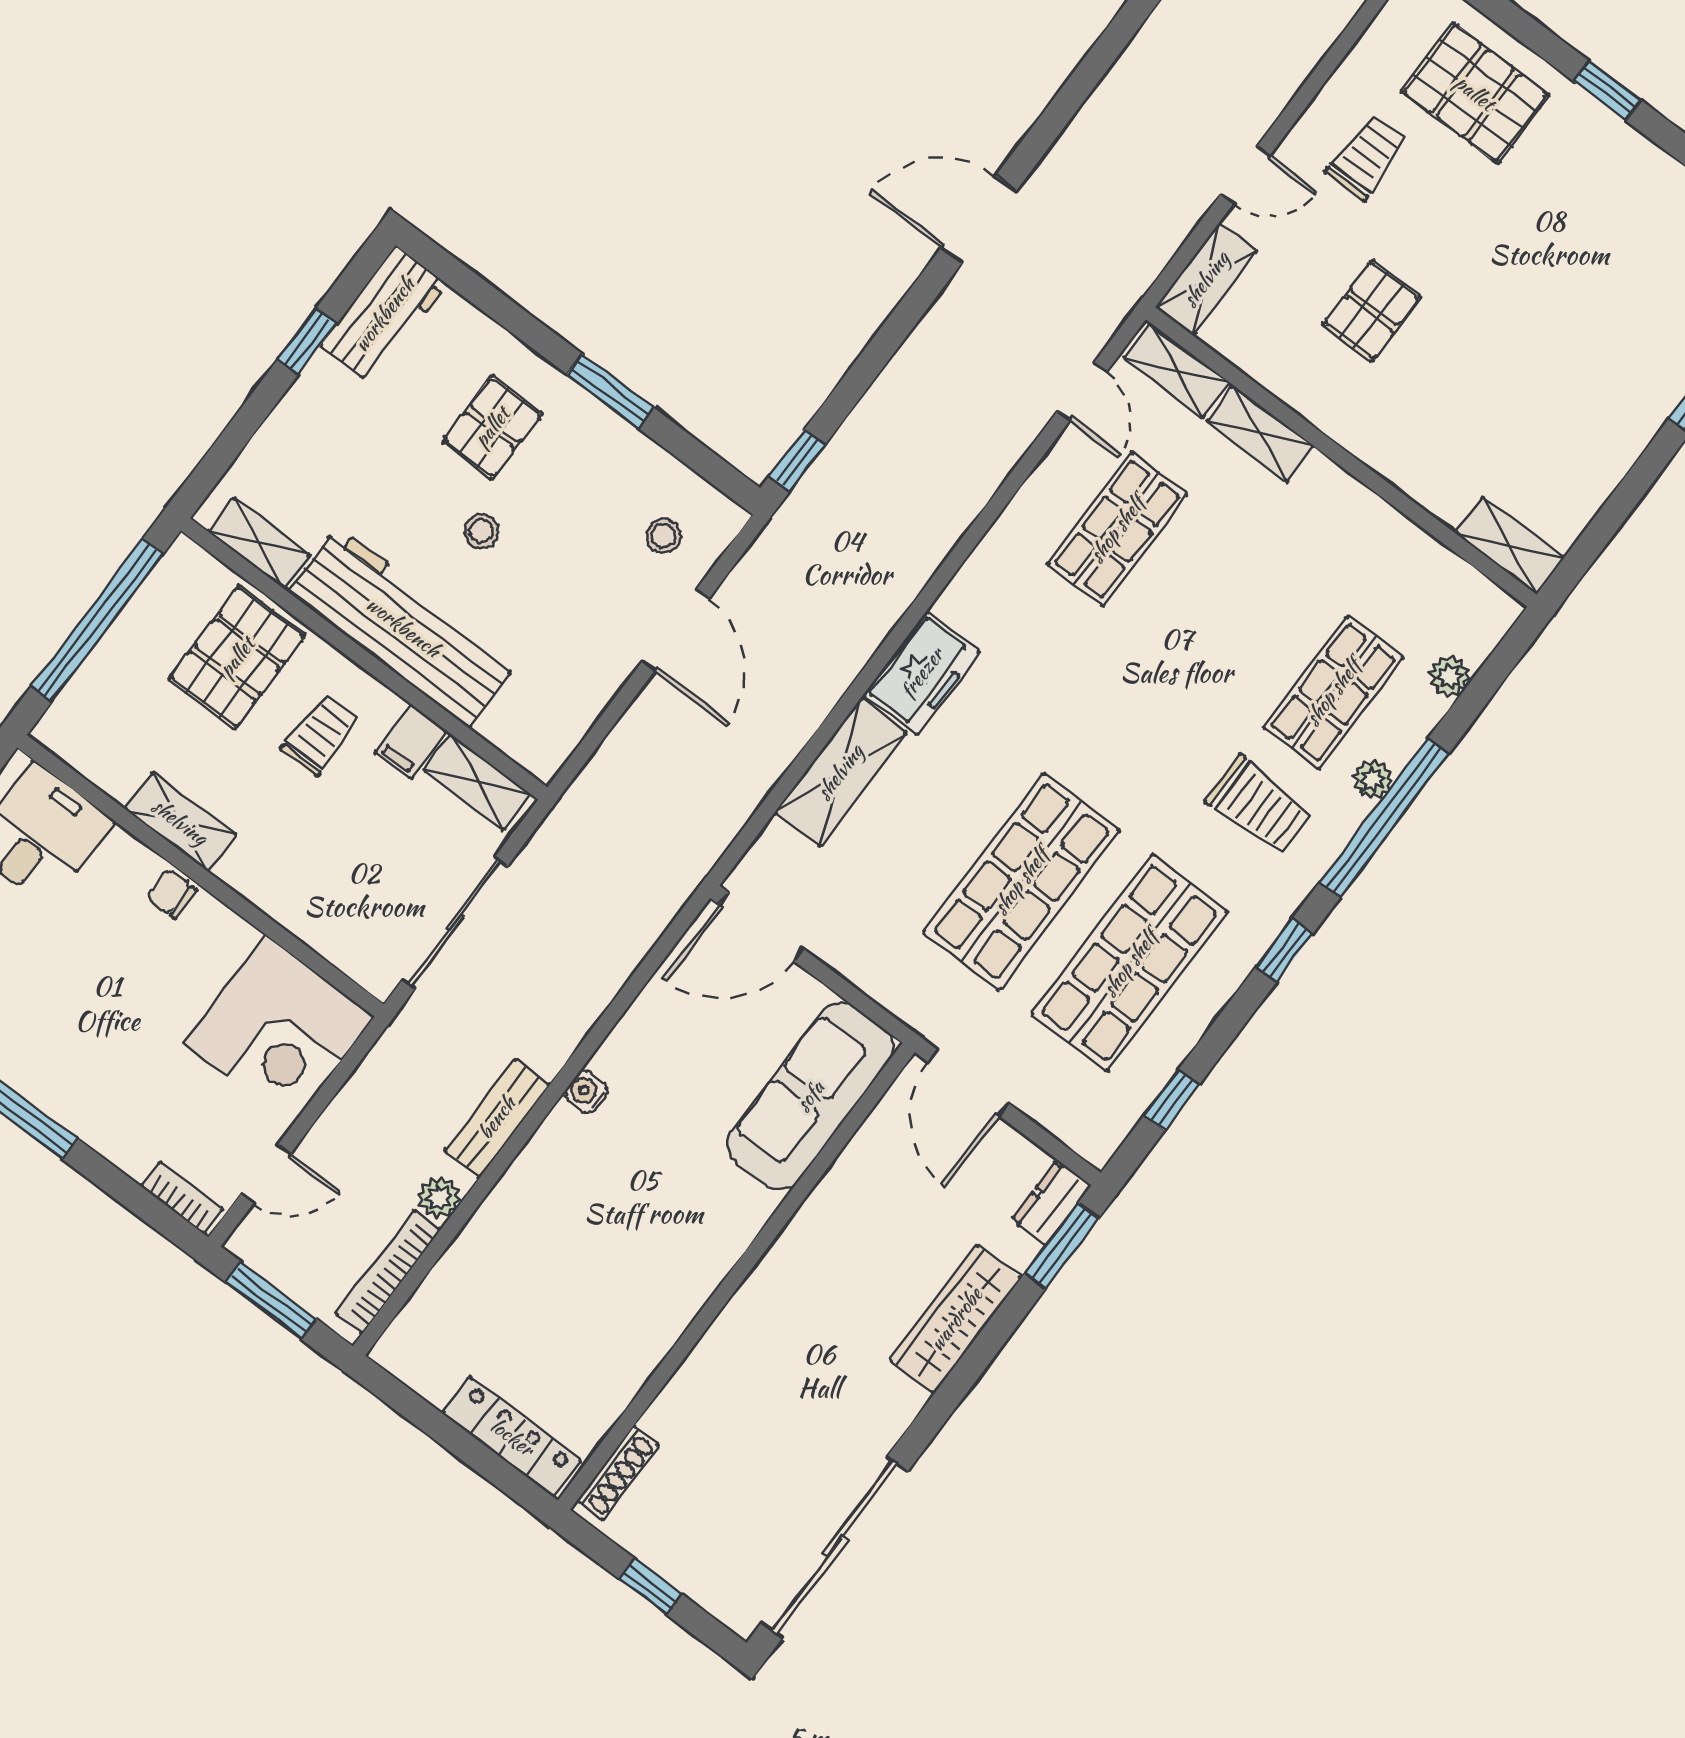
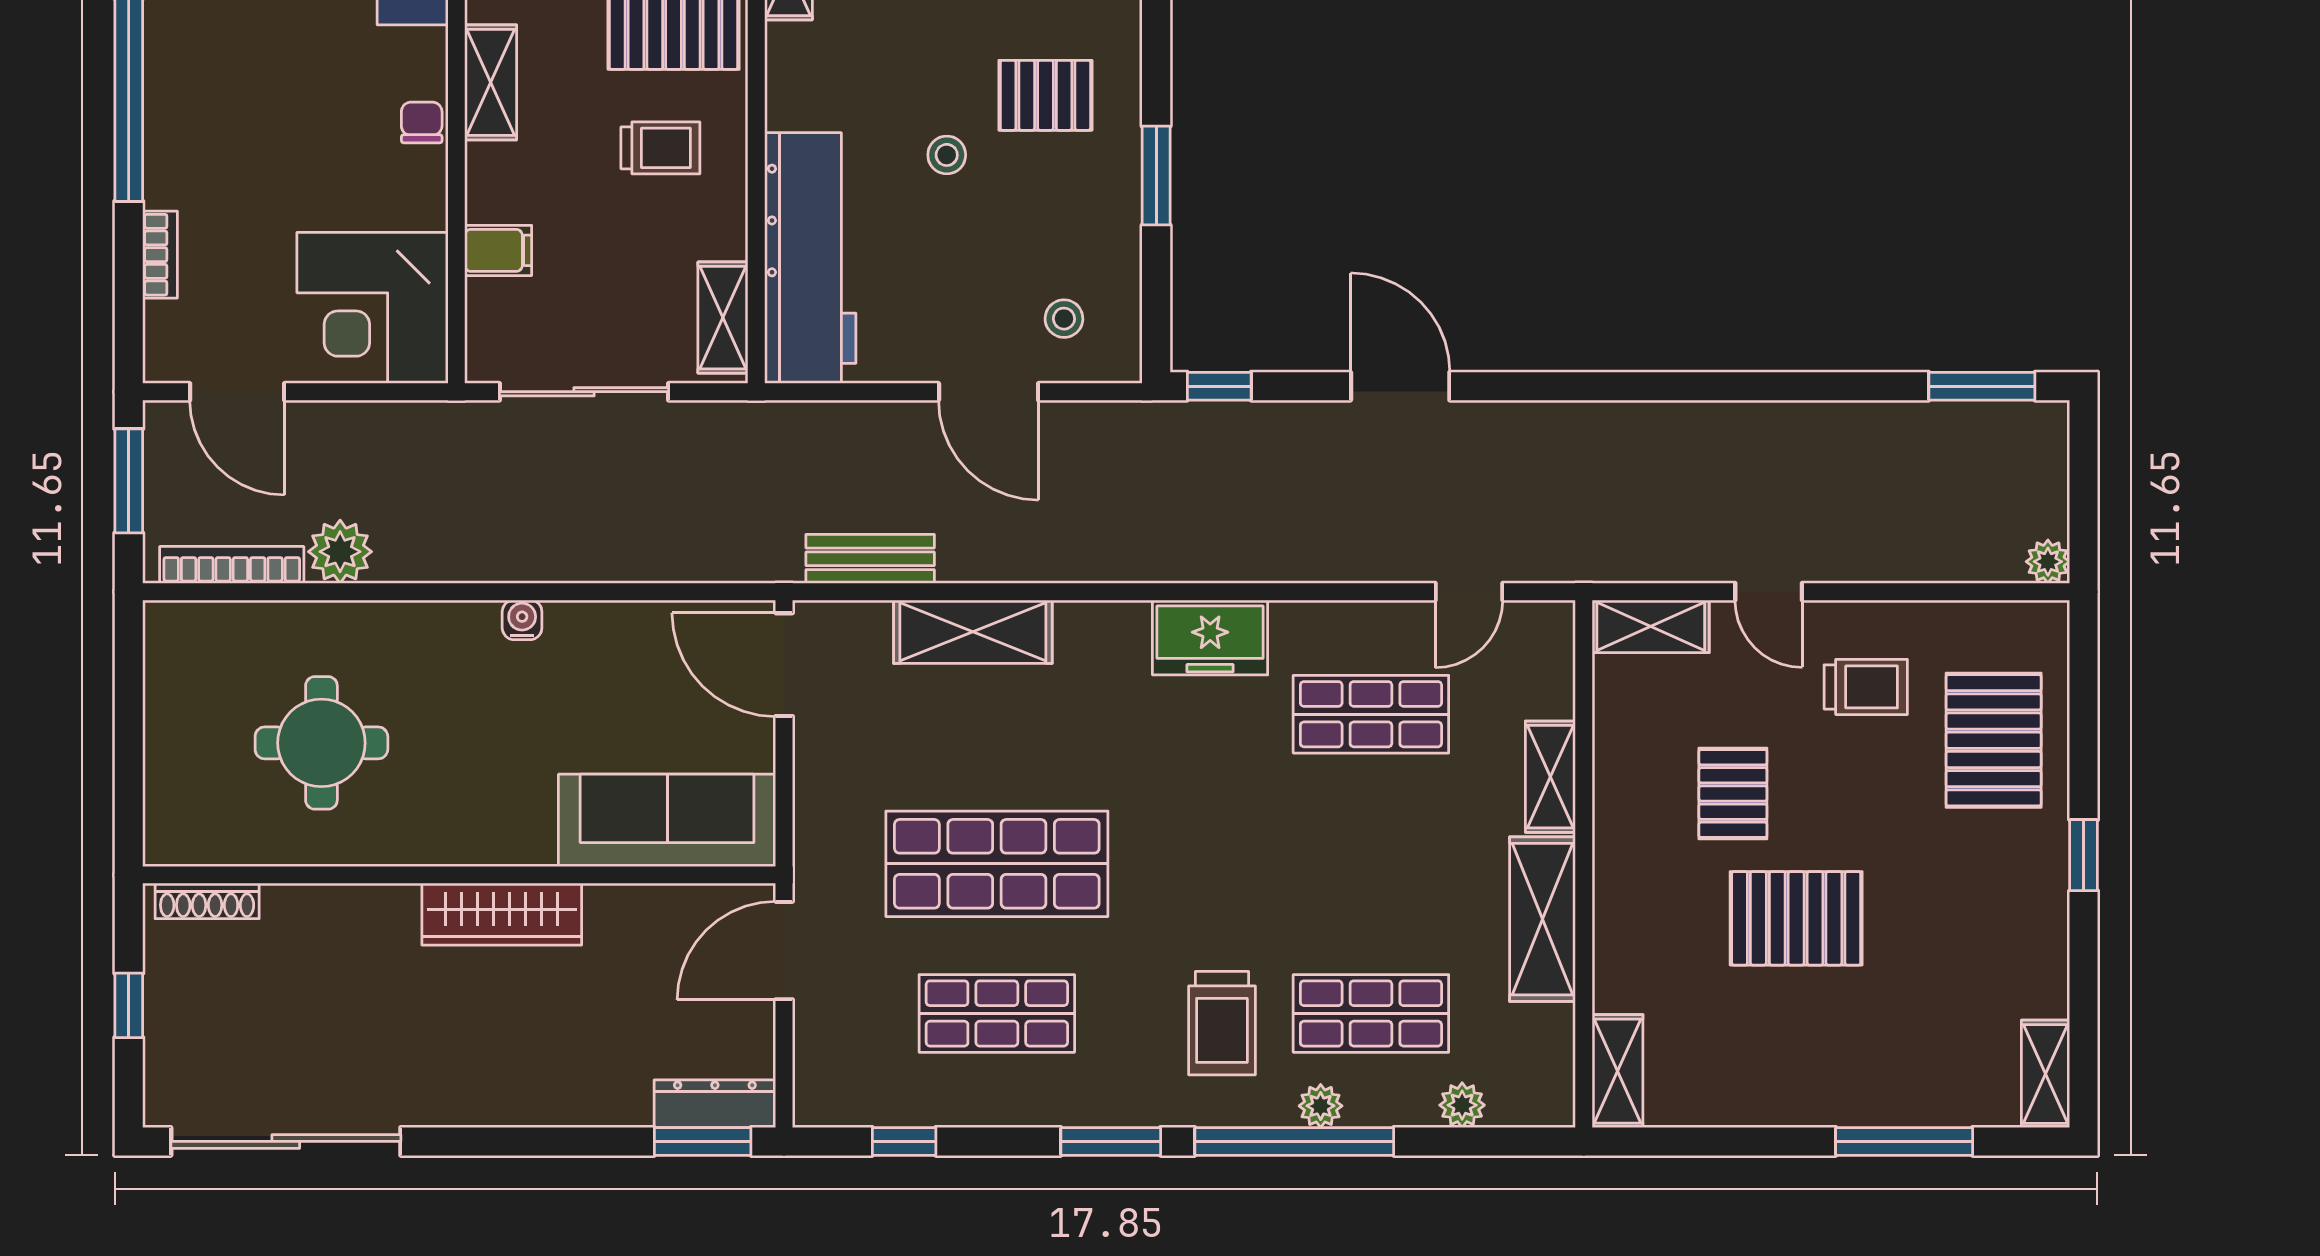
door: (979, 219) -> (1400, 386), moved
pallet: (1372, 311) -> (1733, 794), turned 90
pallet: (1496, 333) -> (1796, 918), added
shelving: (1177, 371) -> (1542, 919), moved, width x1.50, depth x1.33
workbench: (403, 627) -> (810, 258), moved
door: (675, 630) -> (989, 392), hinge flipped
freezer: (922, 673) -> (1210, 637), moved
filing cabinet: (411, 742) -> (498, 250), moved, turned 180
window: (1284, 950) -> (1111, 1141), width x1.50
shop shelf: (1130, 963) -> (997, 1013), width x0.70, depth x0.74
bench: (497, 1118) -> (870, 559), moved
door: (266, 1174) -> (237, 392), width x1.38
plant: (439, 1197) -> (340, 552), width x1.38, depth x1.38
bookcase: (182, 1198) -> (160, 255), moved
dresser: (1051, 1203) -> (715, 1104), width x1.44
round table: (566, 1304) -> (321, 743), added
wardrobe: (956, 1319) -> (502, 914), moved, turned 180
locker: (512, 1437) -> (168, 783), removed

